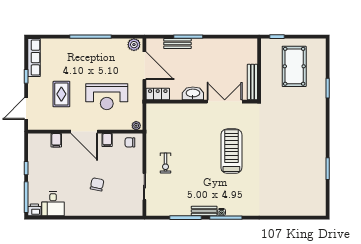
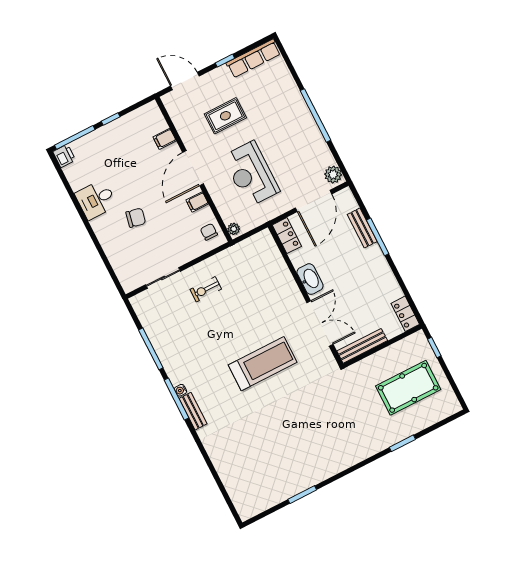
locker: (246, 44) -> (405, 314), added
desk: (53, 204) -> (96, 200), moved
bench: (204, 211) -> (193, 411), moved

